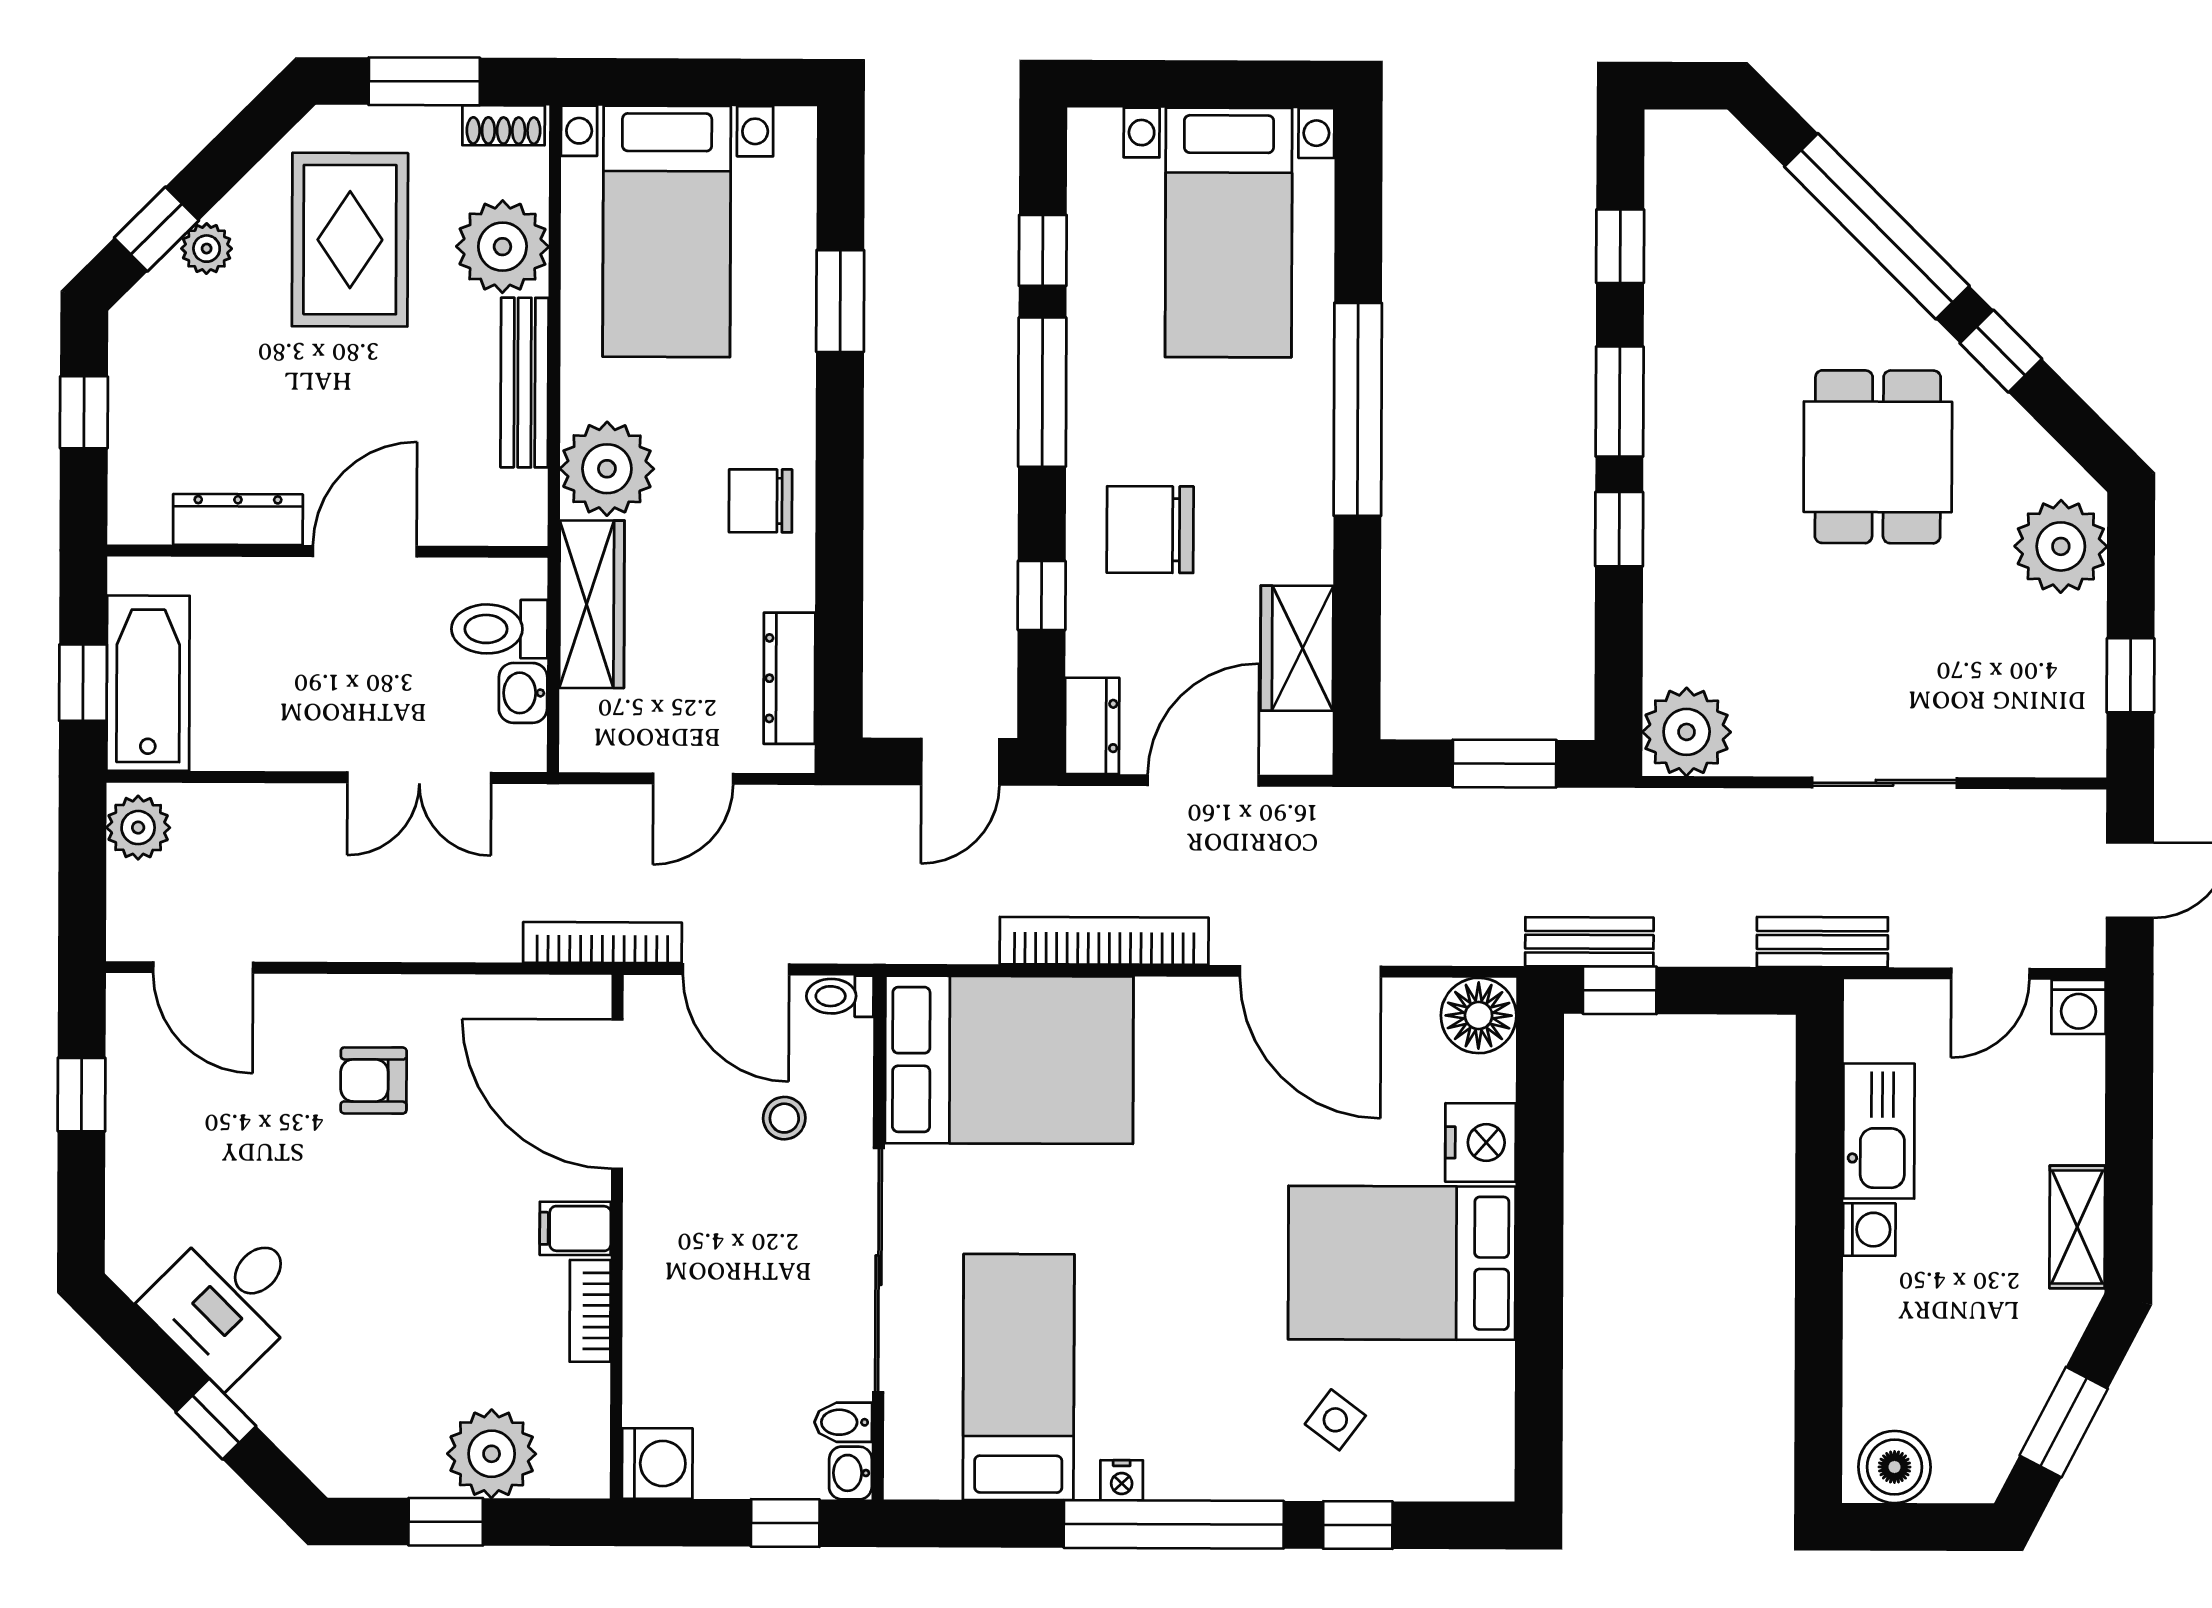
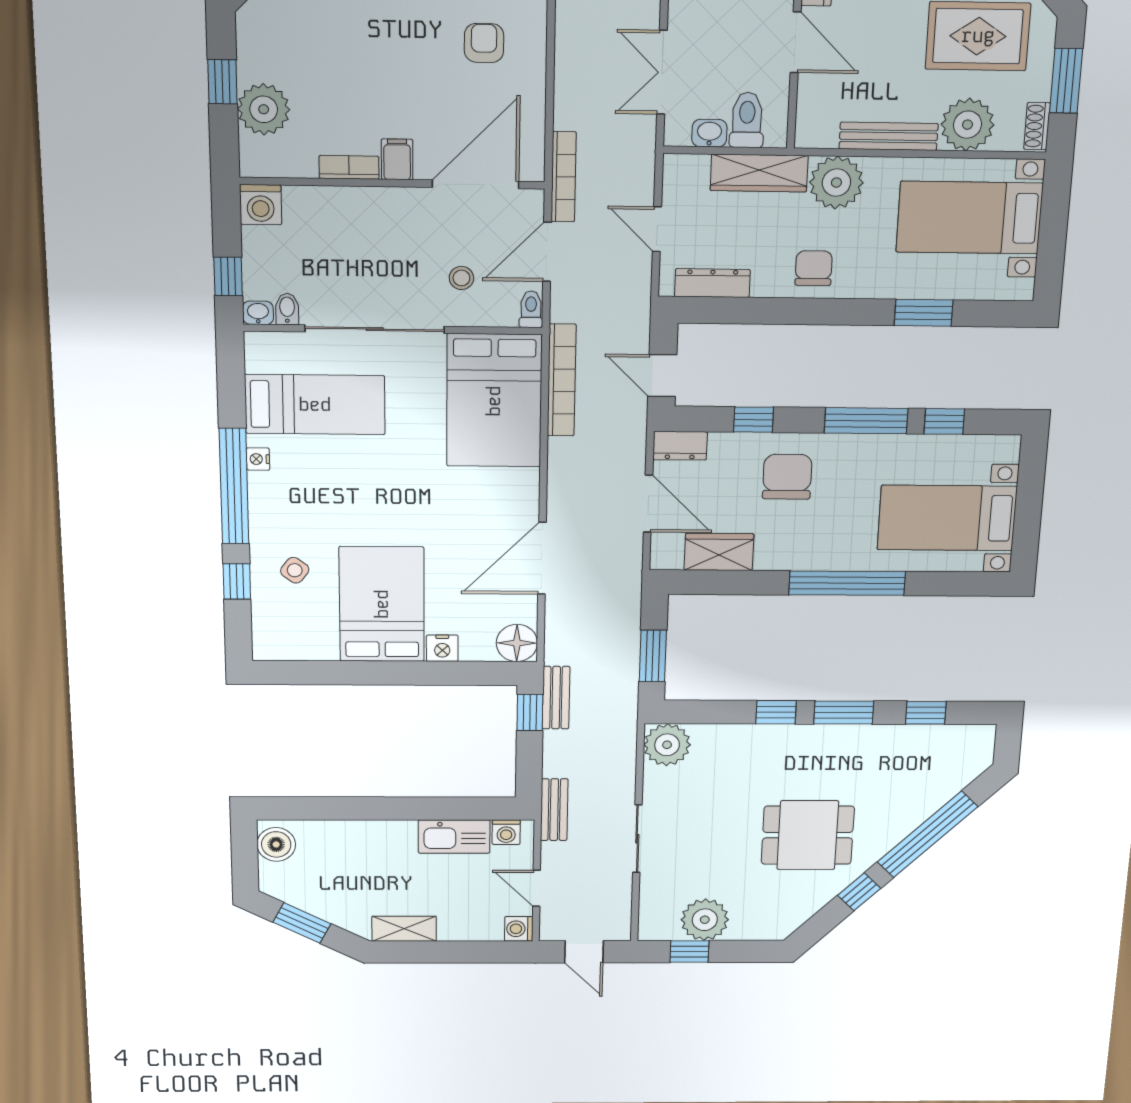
plant: (2061, 546) -> (705, 920), moved
bookcase: (1104, 941) -> (562, 380), moved
nightstand: (1481, 1142) -> (442, 648), width x0.74, depth x0.75
washing machine: (1869, 1230) -> (506, 832), moved

